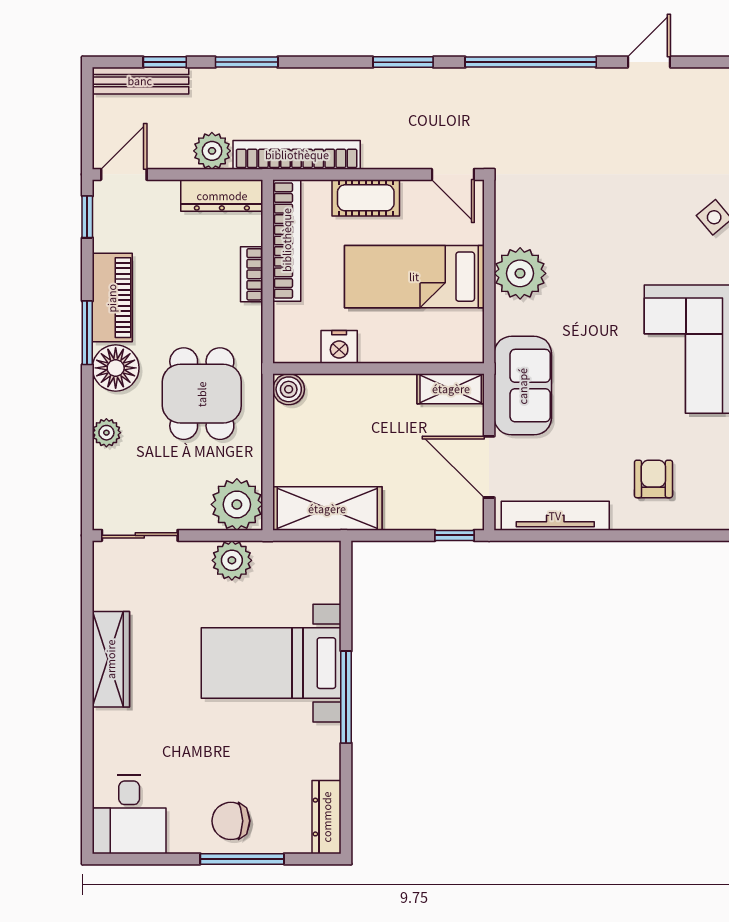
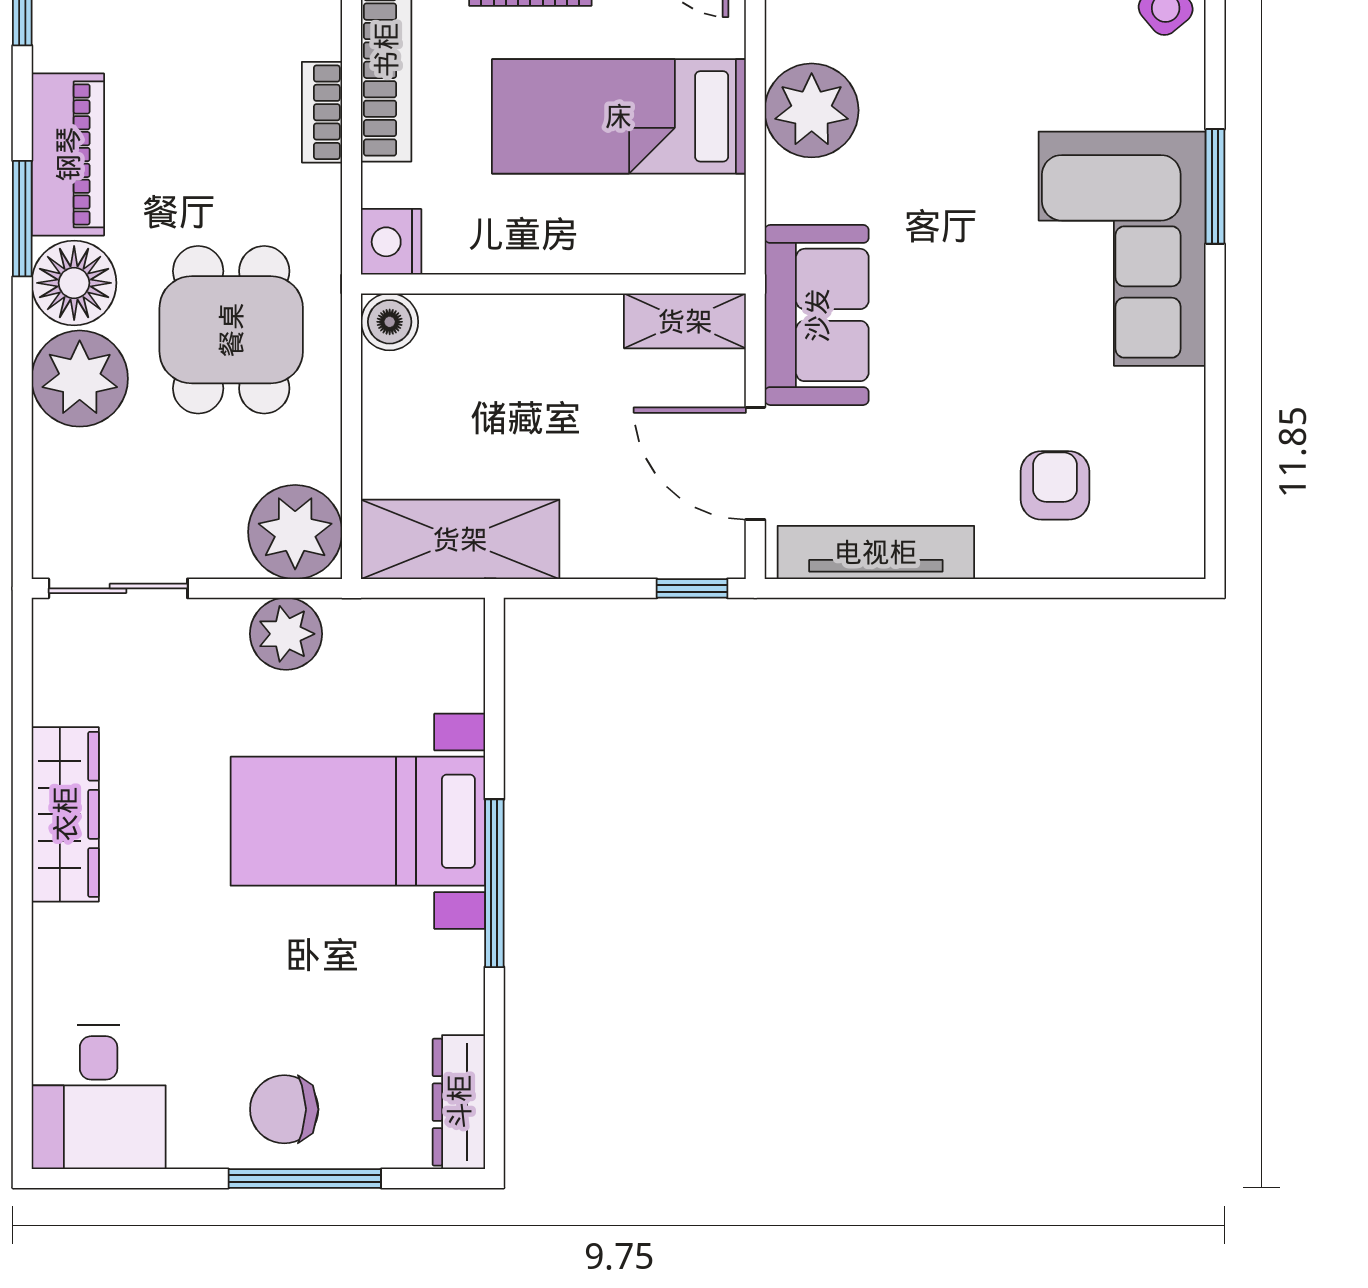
nightstand: (339, 347) -> (391, 242), moved, turned 90
plant: (106, 433) -> (80, 379), width x1.88, depth x1.88

